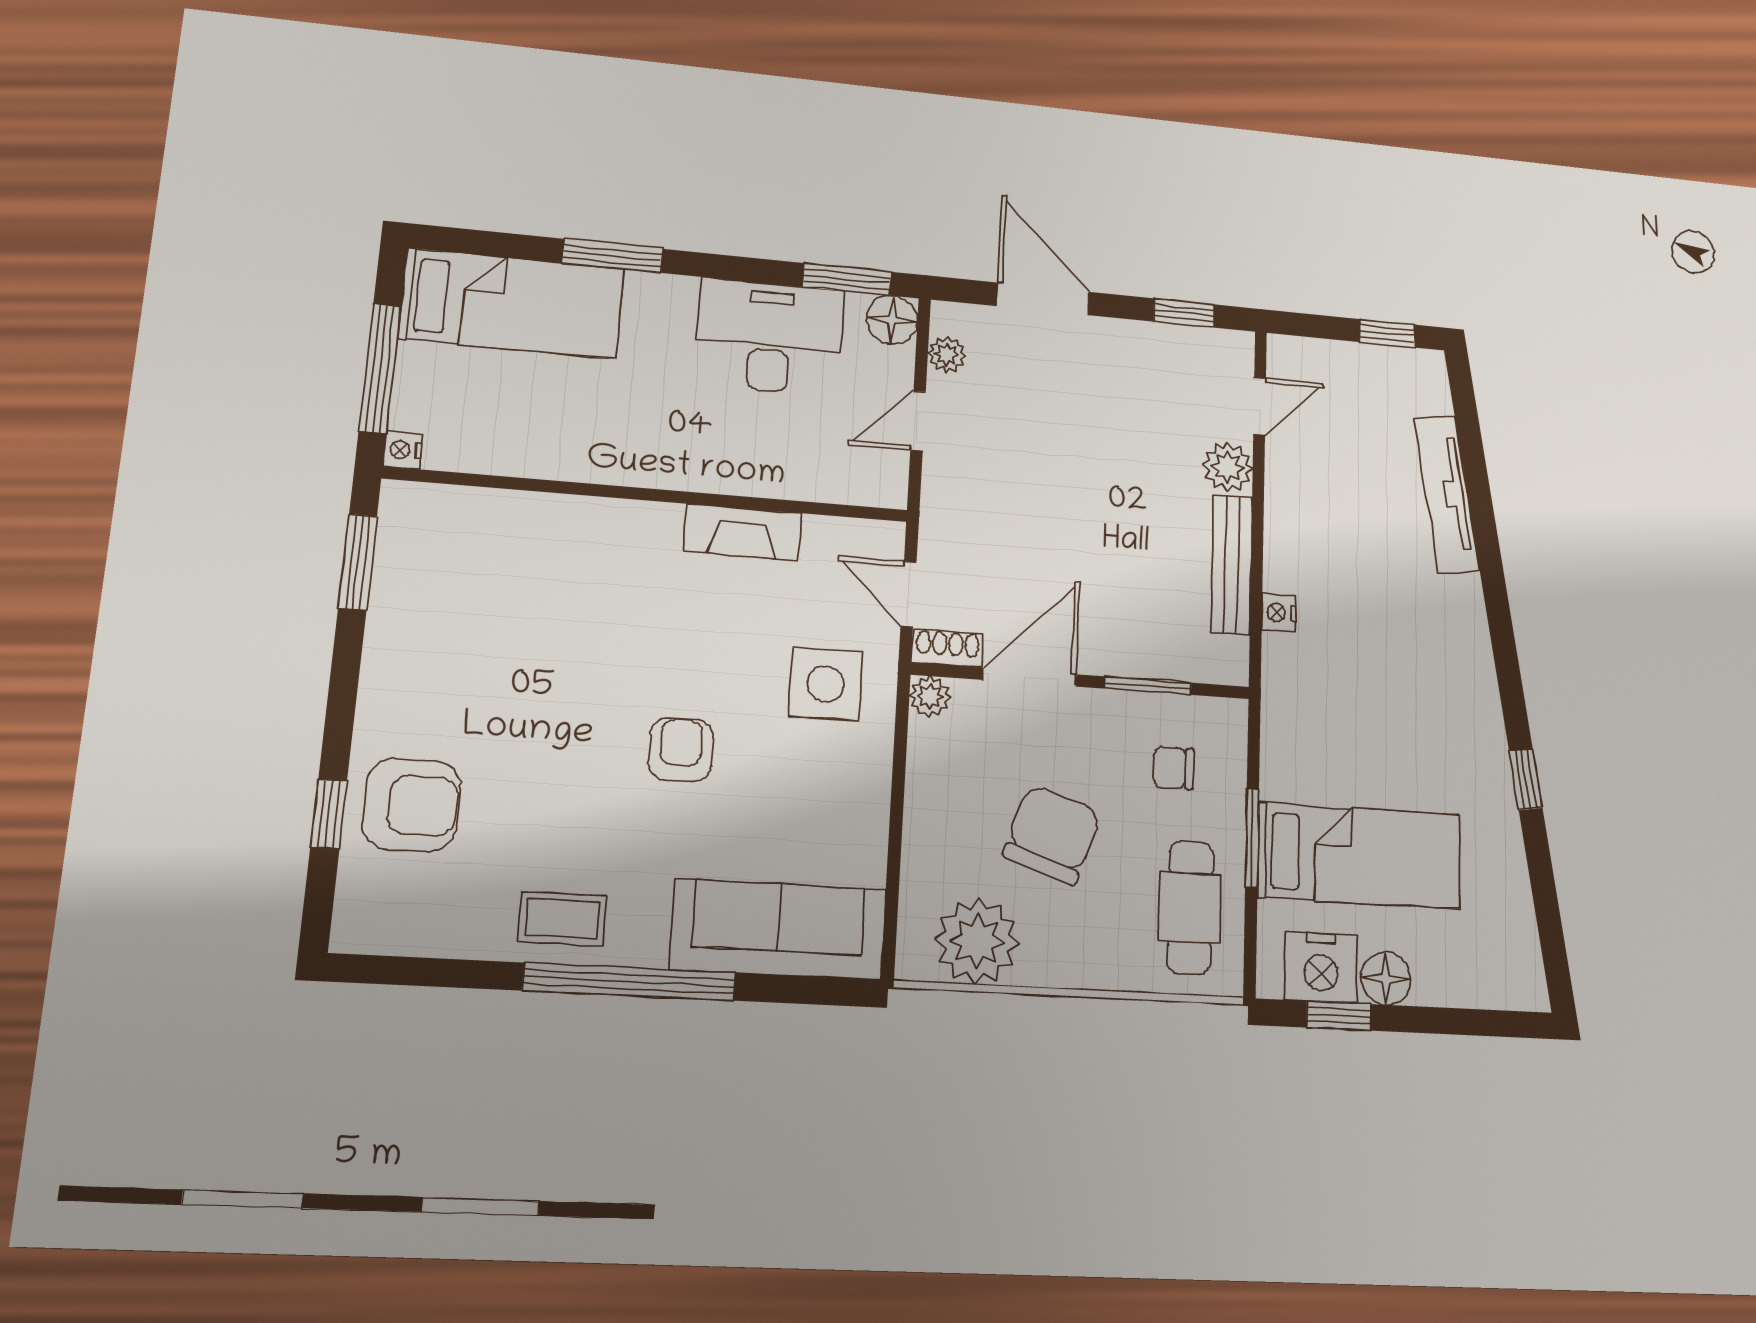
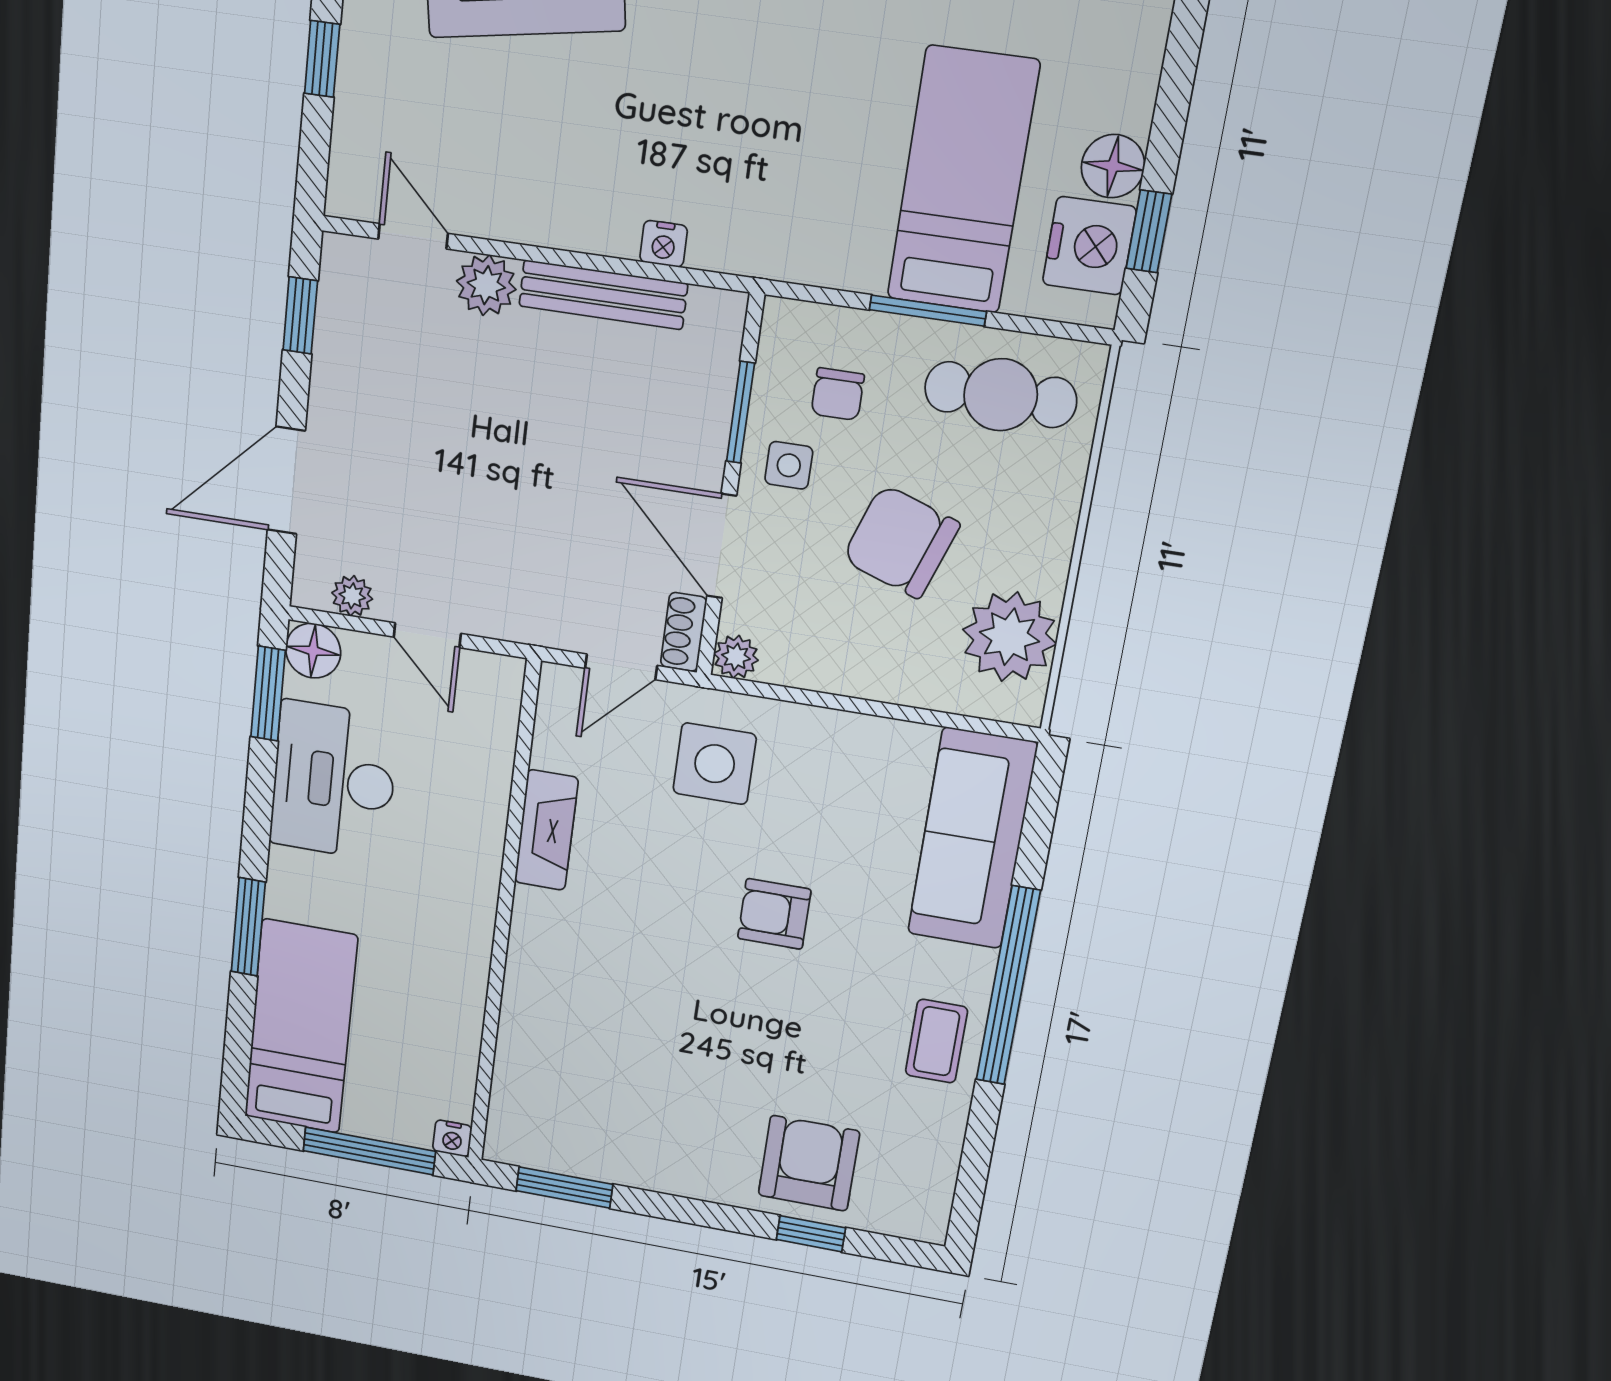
side table: (1108, 731) -> (789, 465), added

